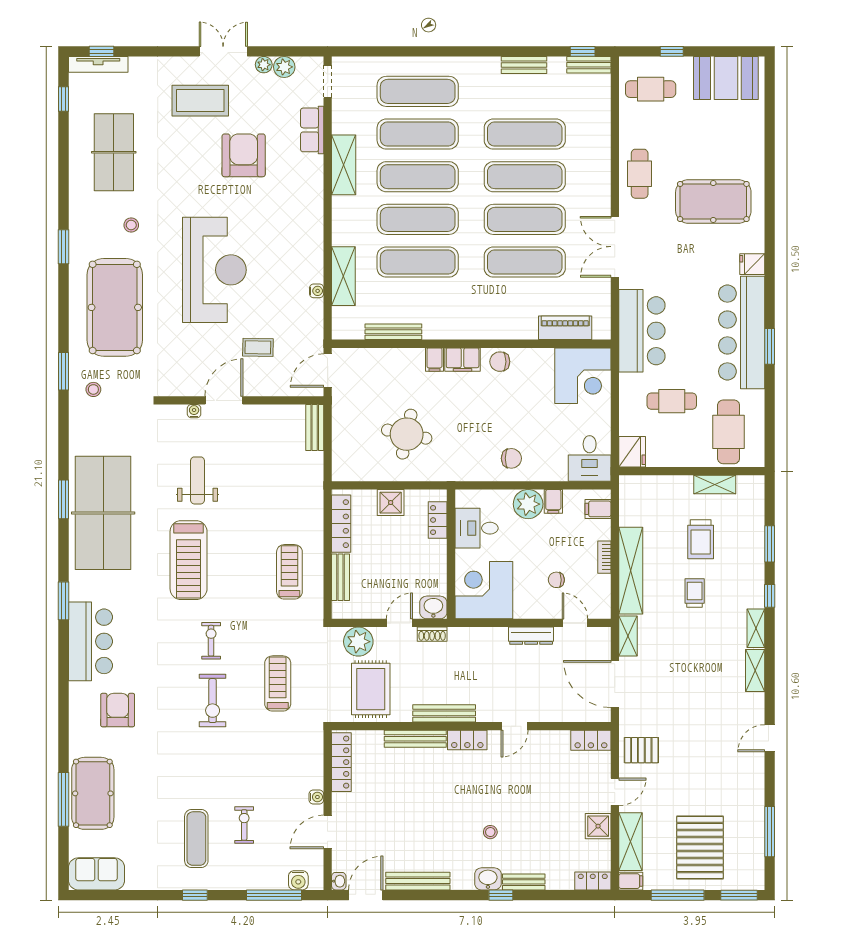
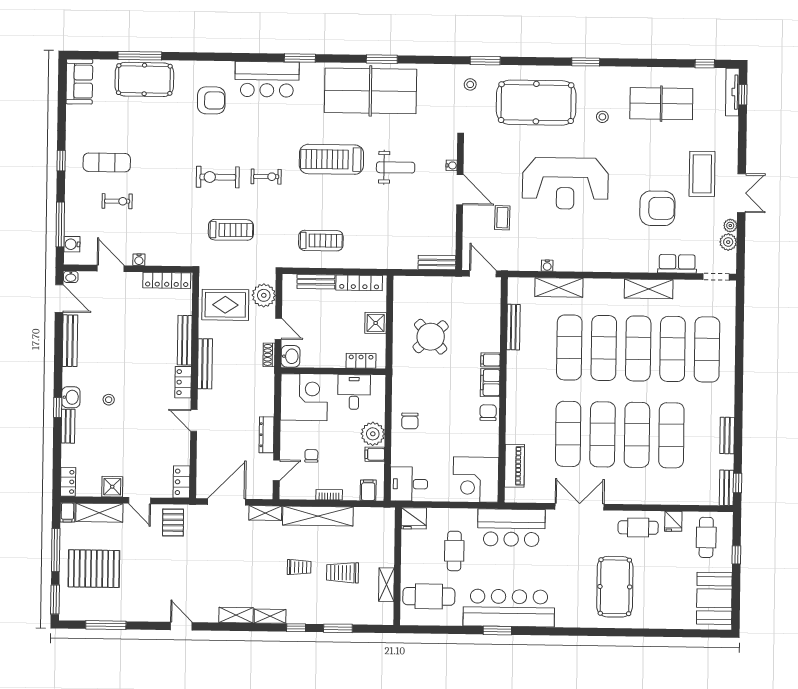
fridge: (752, 264) -> (673, 521), moved, turned 180
round table: (407, 434) -> (431, 337), turned 36

